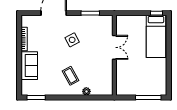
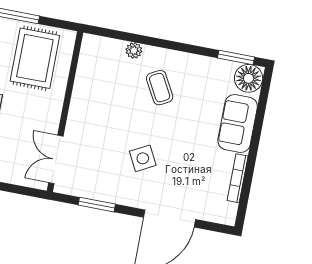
double door: (114, 47) -> (56, 159), moved
rug: (134, 79) -> (35, 58), added
floor lamp: (28, 89) -> (249, 78), added

